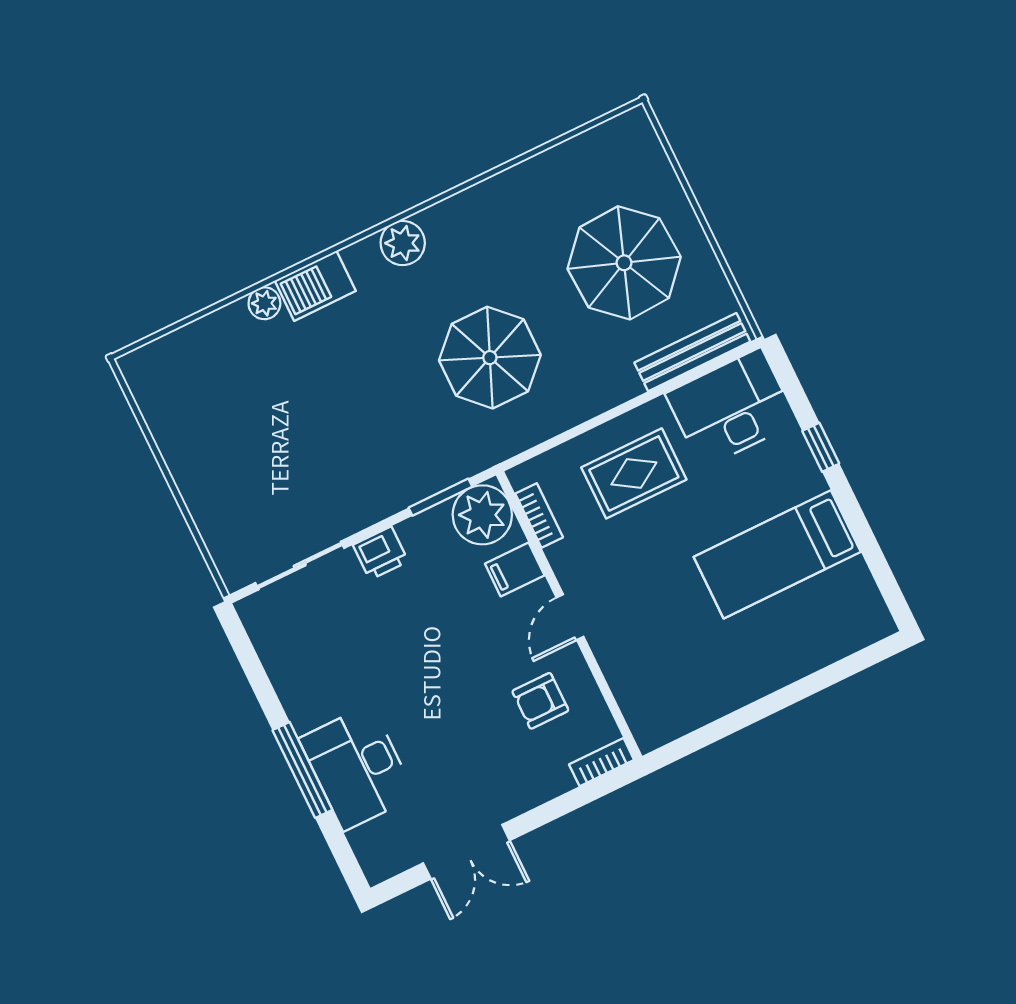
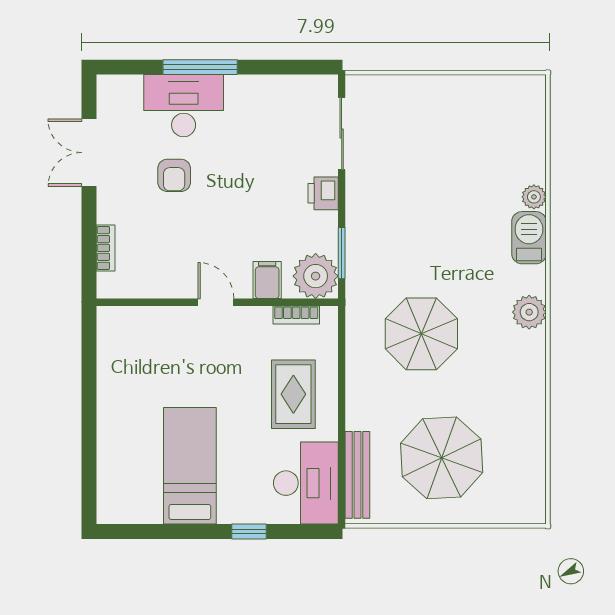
armchair: (540, 701) -> (174, 175), moved, turned 180
bookcase: (602, 762) -> (106, 248), moved

